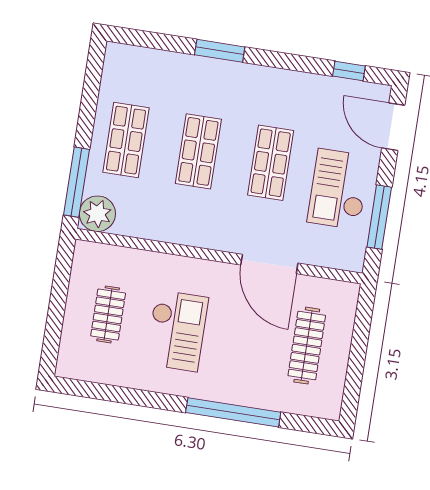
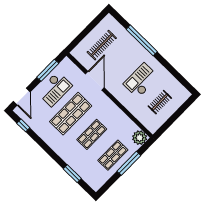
window: (220, 51) -> (72, 174), moved
shop shelf: (271, 163) -> (71, 114), width x1.43, depth x1.36
window: (77, 182) -> (129, 163), moved

